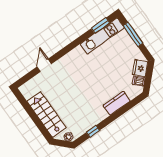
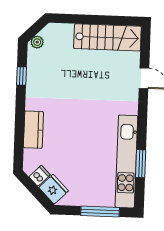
window: (100, 26) -> (141, 164), moved
kitchen unit: (102, 36) -> (126, 161), width x1.36
stairs: (47, 115) -> (107, 37), moved

